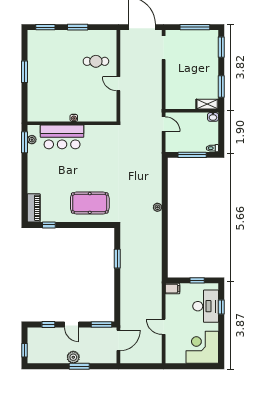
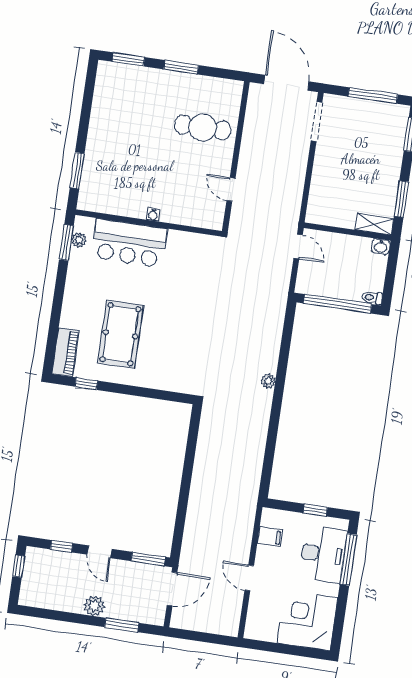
cafe table: (96, 61) -> (203, 127), width x1.37, depth x1.35
window: (24, 72) -> (77, 171), moved
door: (118, 84) -> (231, 189), moved
window: (192, 155) -> (338, 304), width x1.46
pool table: (90, 203) -> (120, 334), moved, turned 90
window: (117, 259) -> (190, 455), removed
filing cabinet: (172, 289) -> (270, 537), moved
window: (221, 307) -> (348, 559), width x2.17
window: (24, 350) -> (19, 566), moved
window: (79, 366) -> (122, 625), moved

